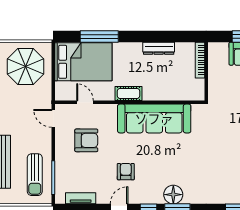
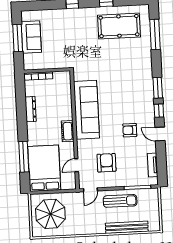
sun lounger: (35, 175) -> (120, 201), moved
floor lamp: (173, 195) -> (146, 92), removed

